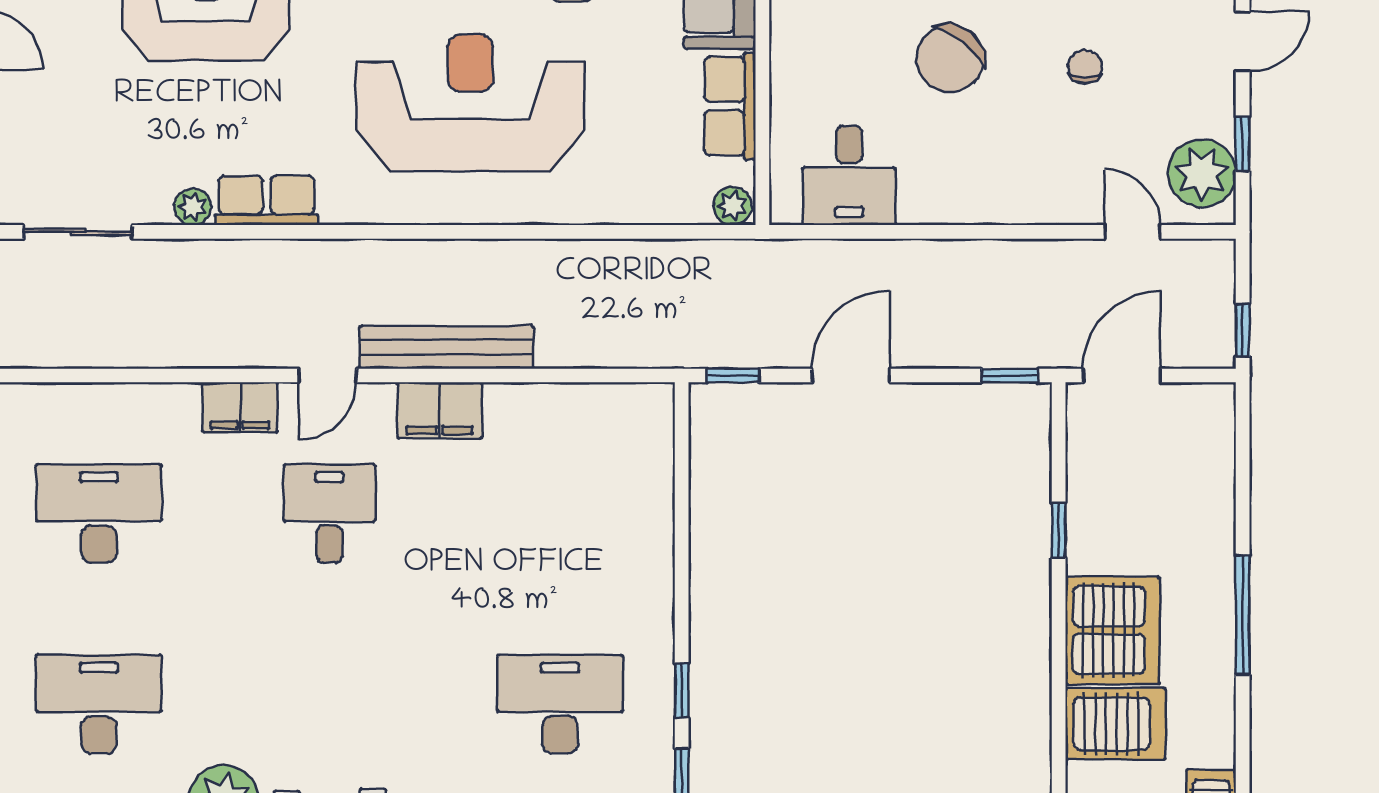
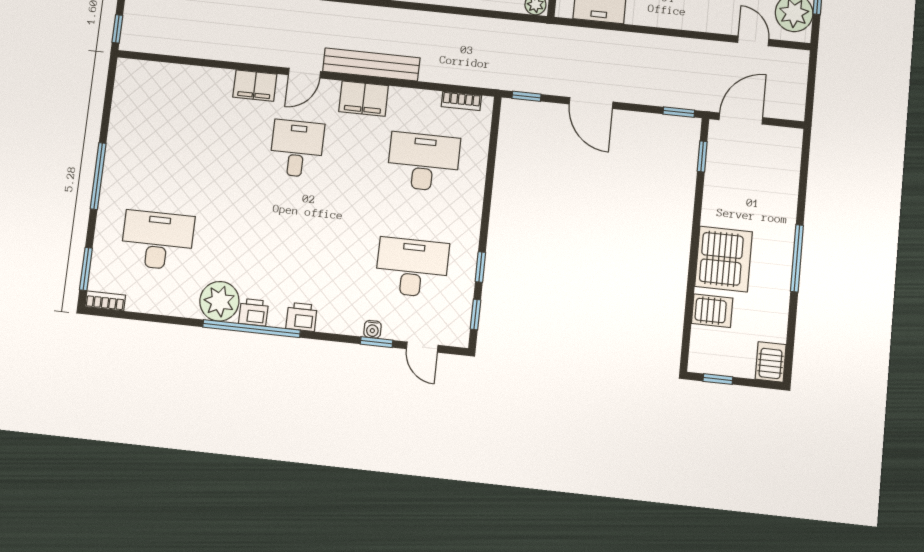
window: (1243, 330) -> (810, 101), removed
door: (851, 376) -> (591, 103), swing flipped
bookcase: (617, 396) -> (461, 101), added
desk: (99, 514) -> (423, 162), moved
window: (1059, 530) -> (702, 156), moved
server rack: (1115, 724) -> (712, 311), width x0.73, depth x0.70

